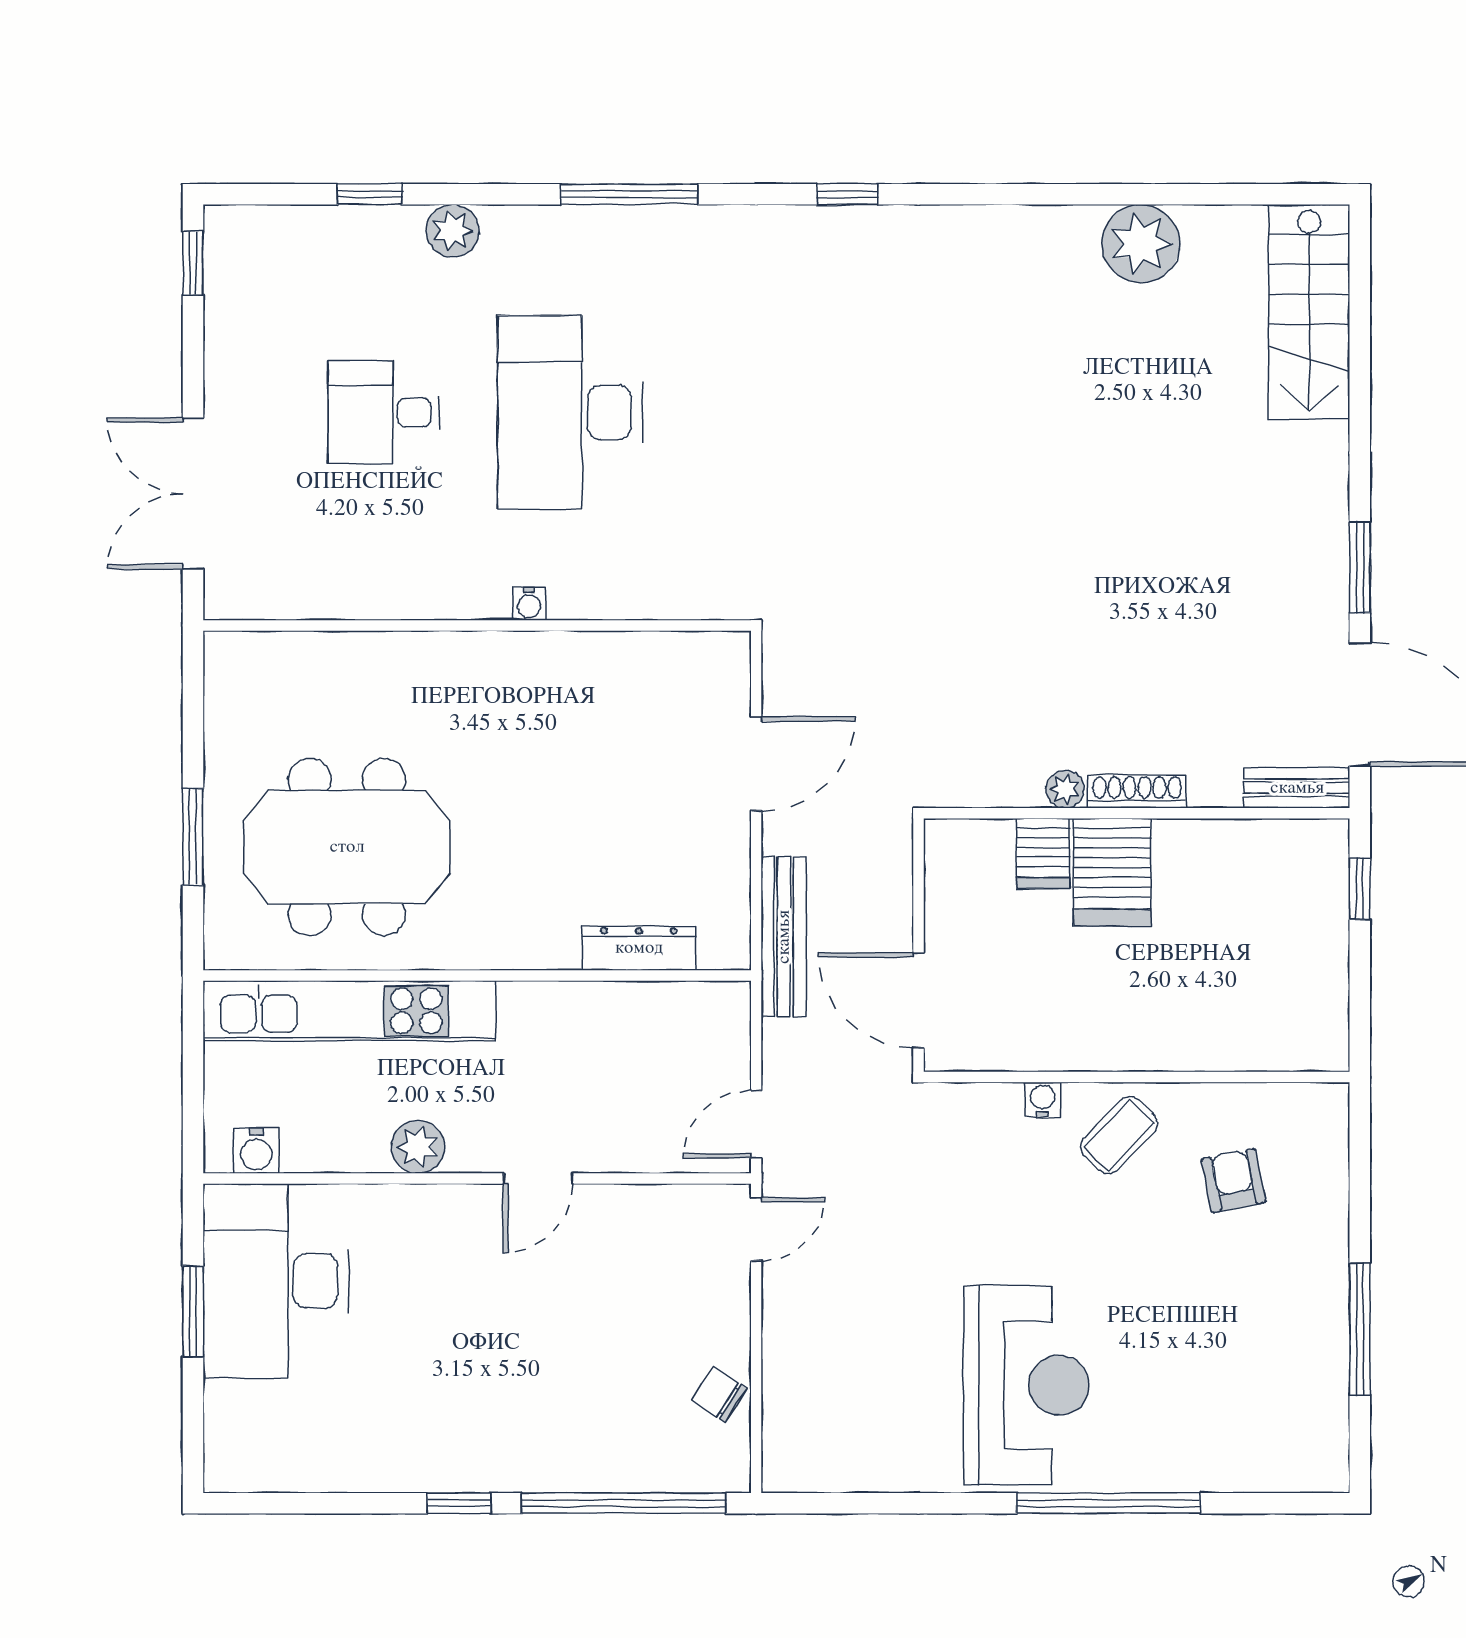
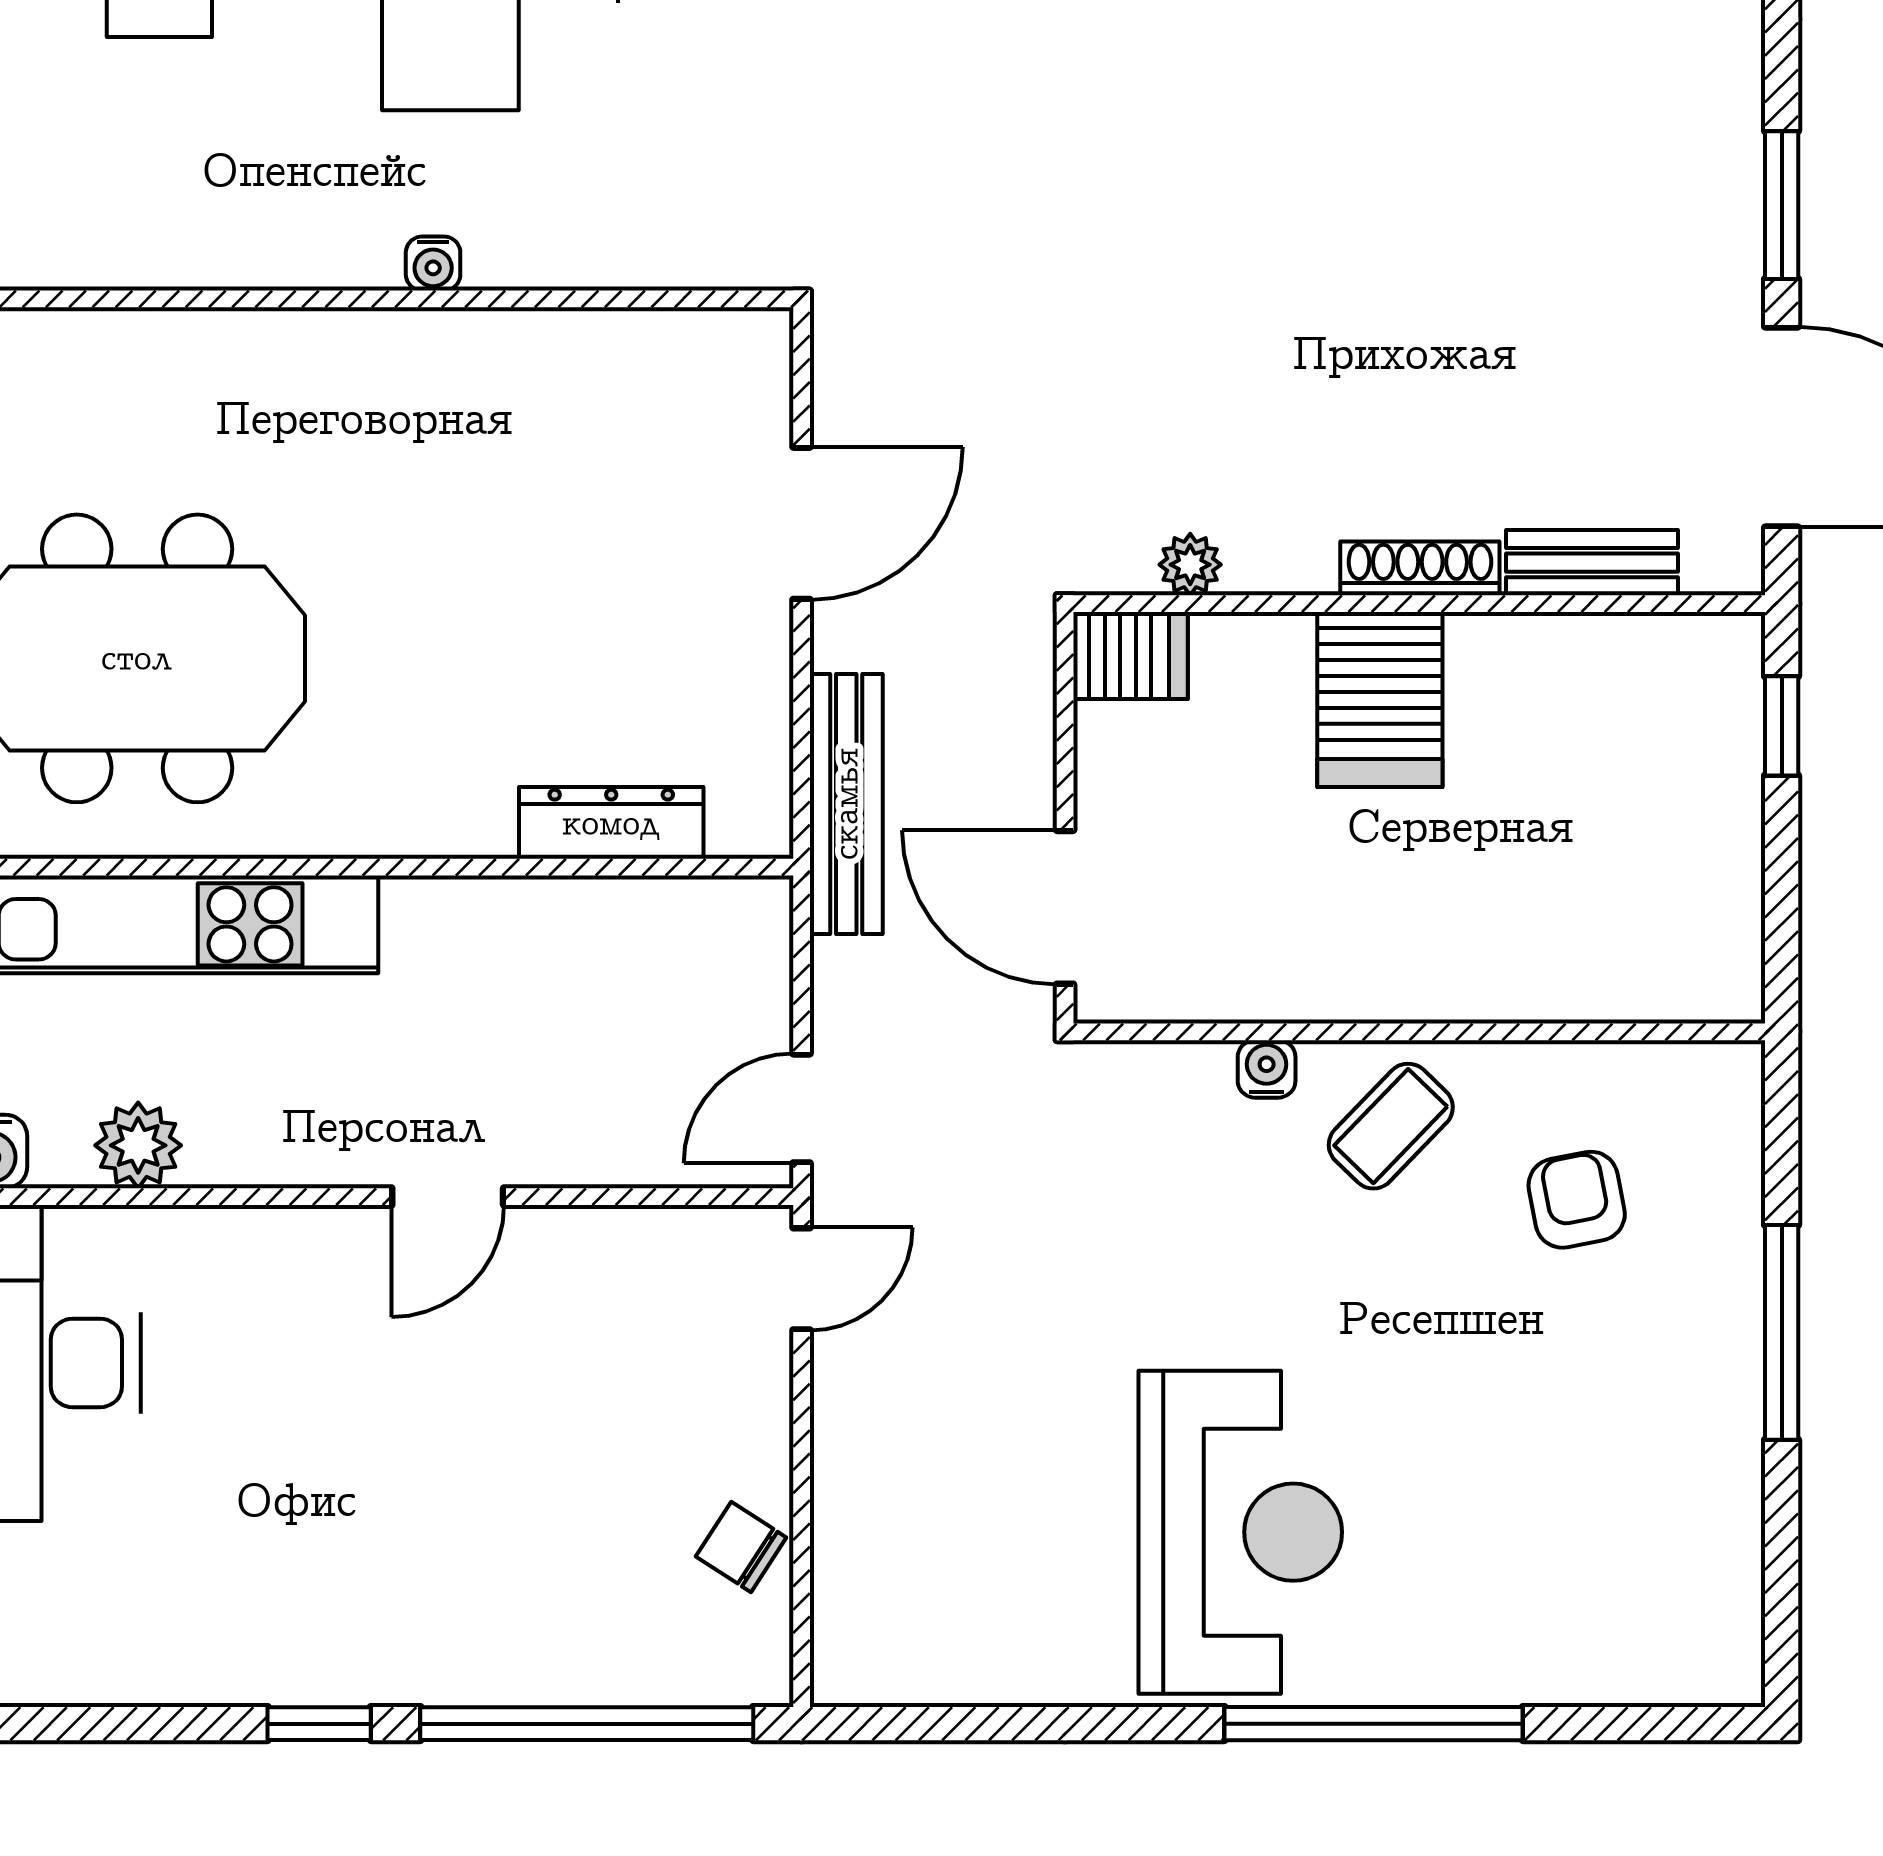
bench: (1297, 788) -> (1592, 563), moved
plant: (1065, 789) -> (1190, 565), moved
server rack: (1043, 853) -> (1130, 656), moved, turned -90
plant: (418, 1147) -> (138, 1145), moved
window: (1360, 1329) -> (1782, 1332), moved

